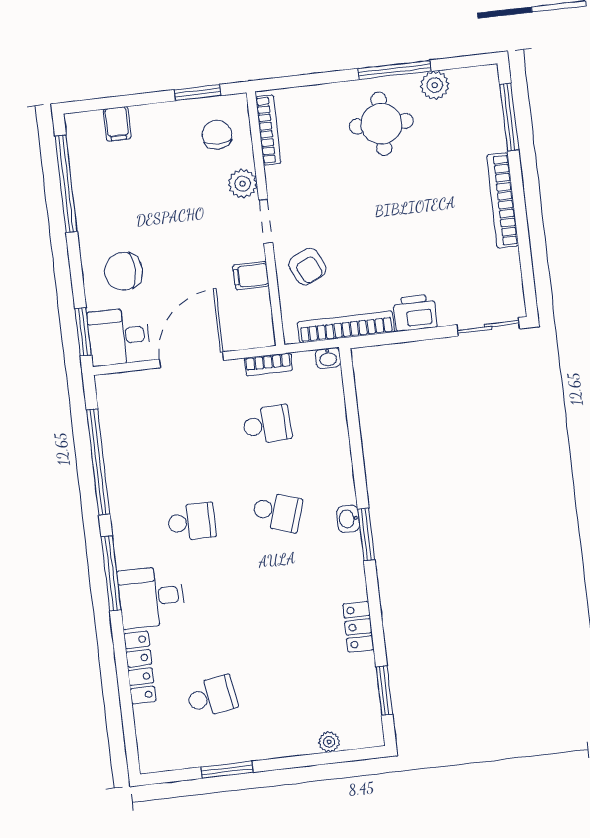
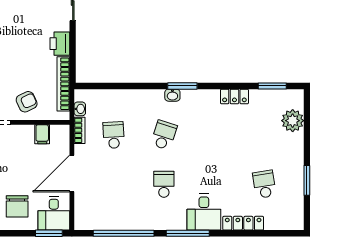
filing cabinet: (251, 276) -> (42, 134), moved
washbasin: (328, 358) -> (80, 109), moved
door: (192, 360) -> (72, 174), hinge flipped
plant: (329, 742) -> (293, 121), width x1.87, depth x1.87

